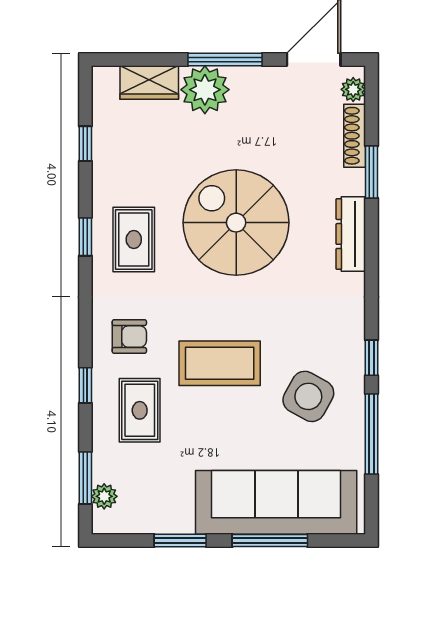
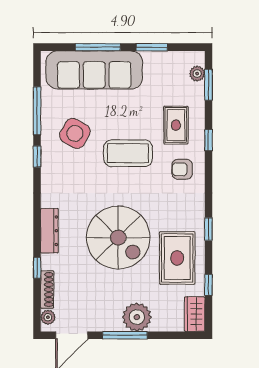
wardrobe: (149, 82) -> (195, 314), moved, turned -90
window: (372, 172) -> (37, 268), width x0.67
rug: (134, 240) -> (177, 258), moved, width x1.36, depth x1.43

